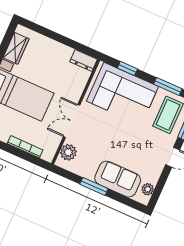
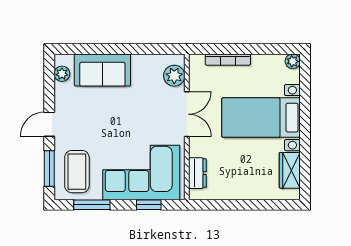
dresser: (84, 60) -> (197, 173), moved, turned 90
window: (94, 186) -> (126, 49), removed

